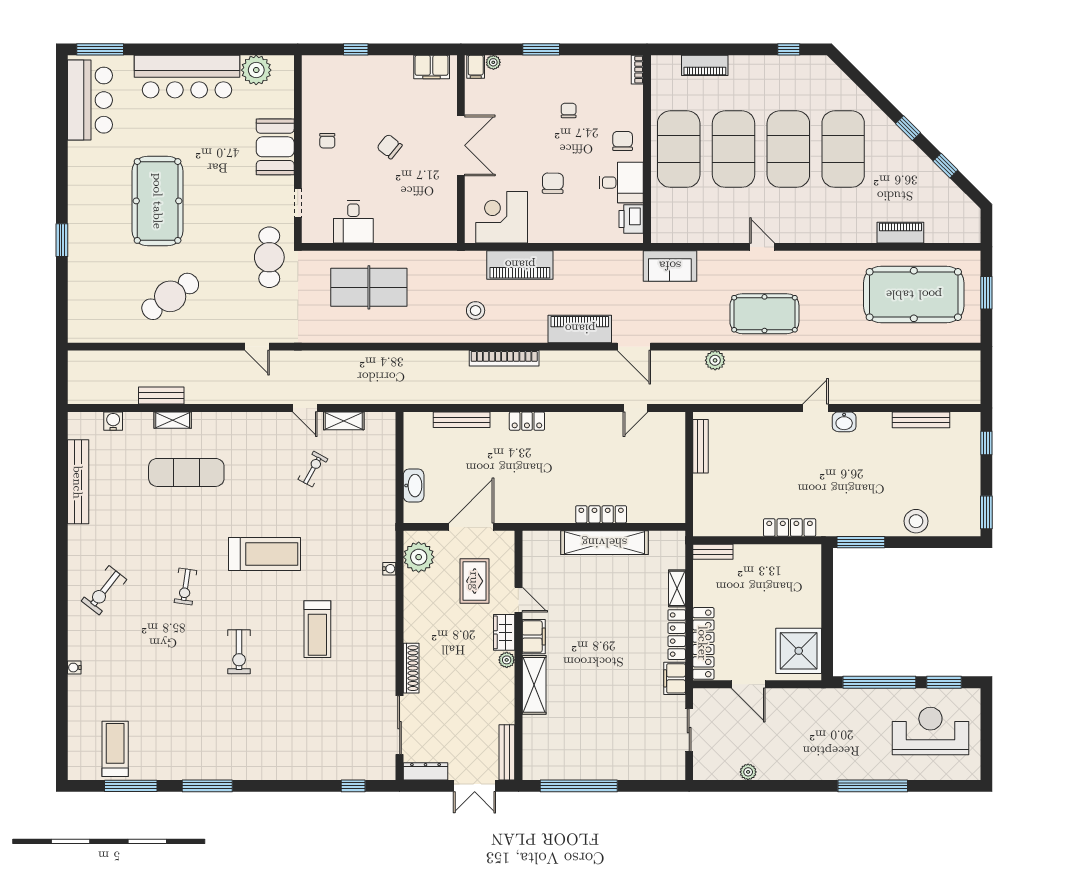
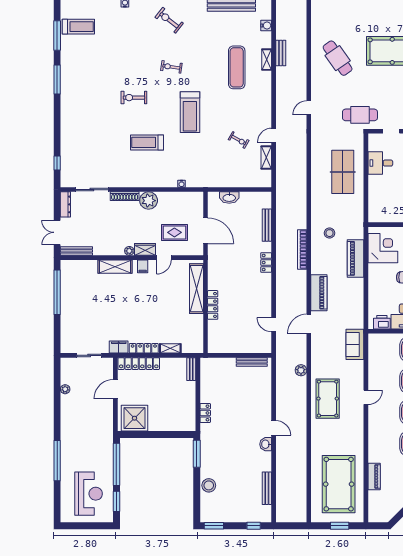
locker: (790, 528) -> (205, 413), width x0.66
shelving: (604, 543) -> (196, 289), moved
plant: (419, 557) -> (149, 201), moved
filing cabinet: (534, 637) -> (143, 266), width x0.50

